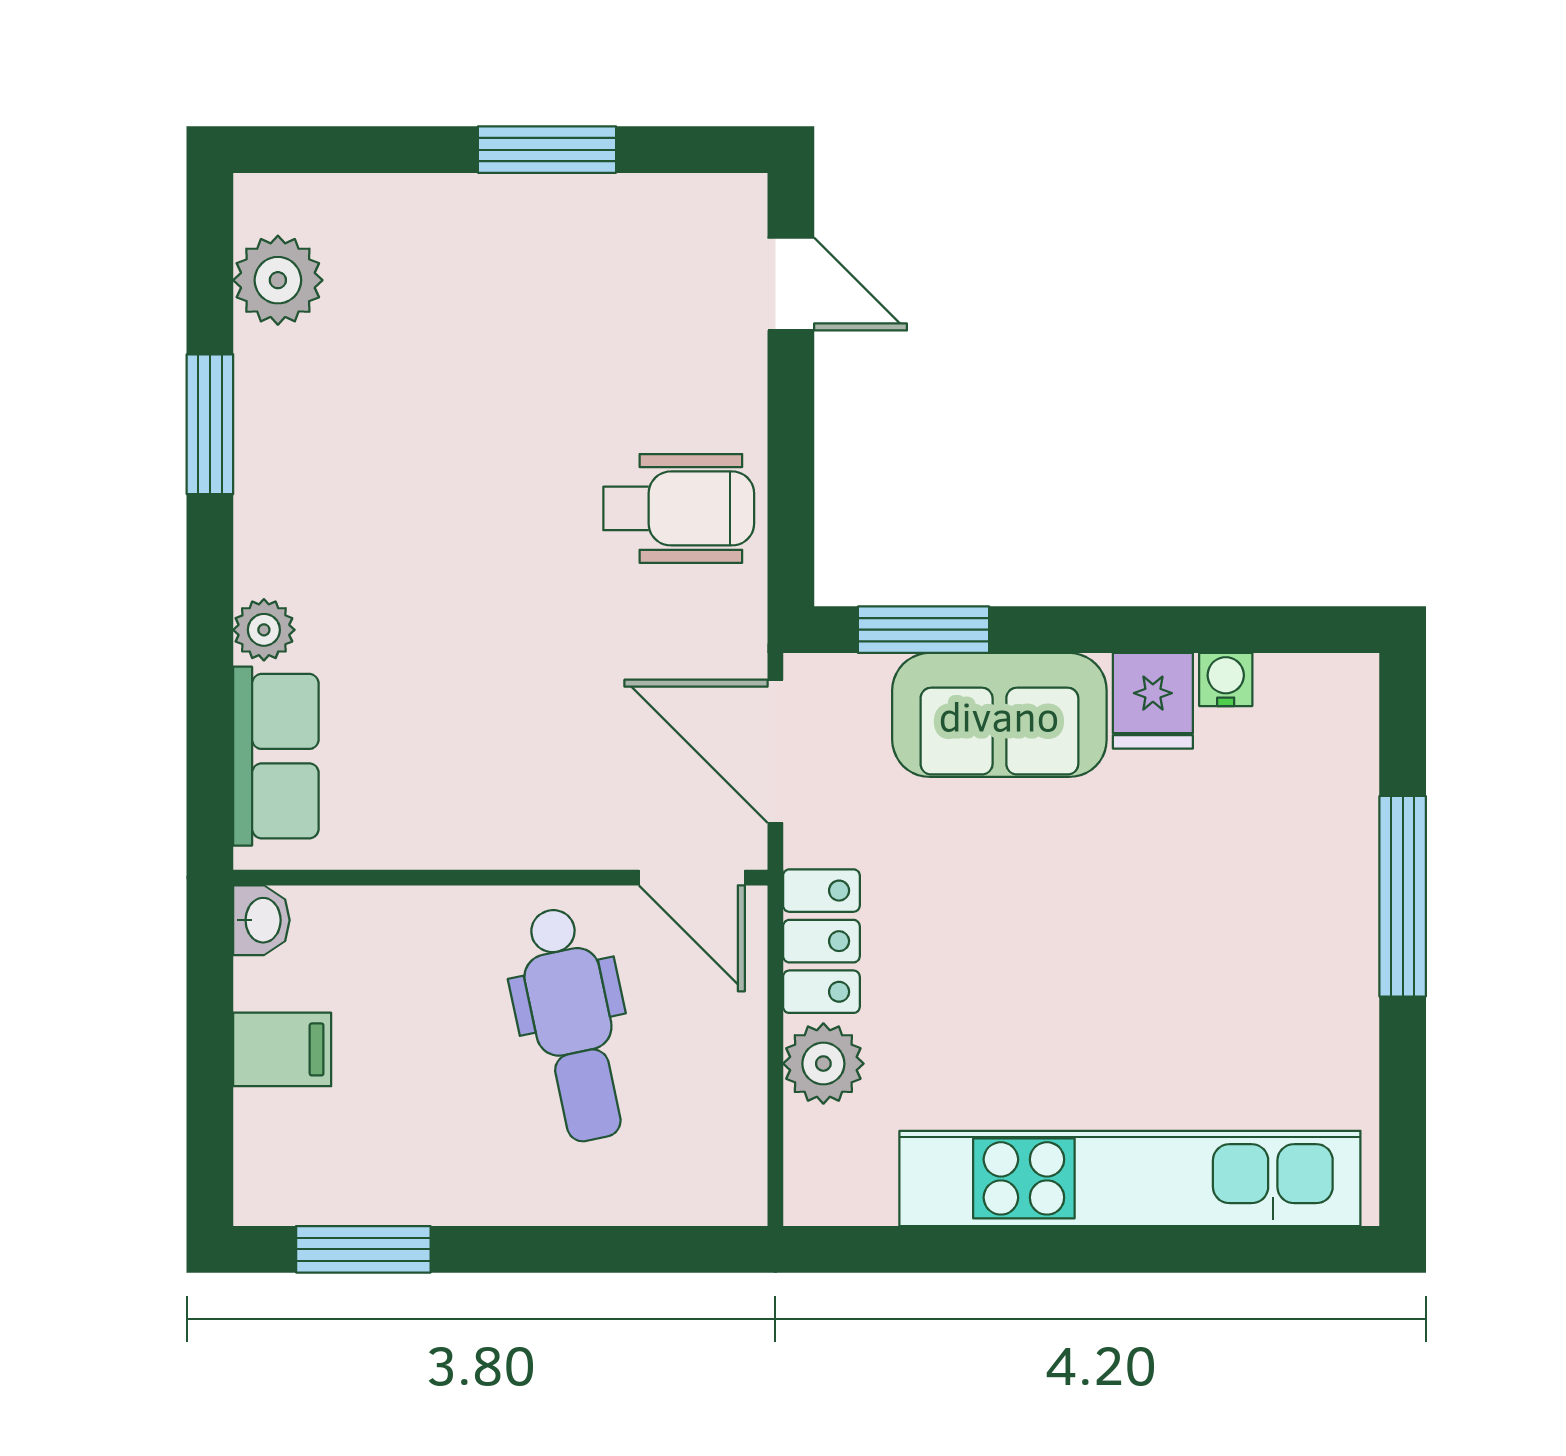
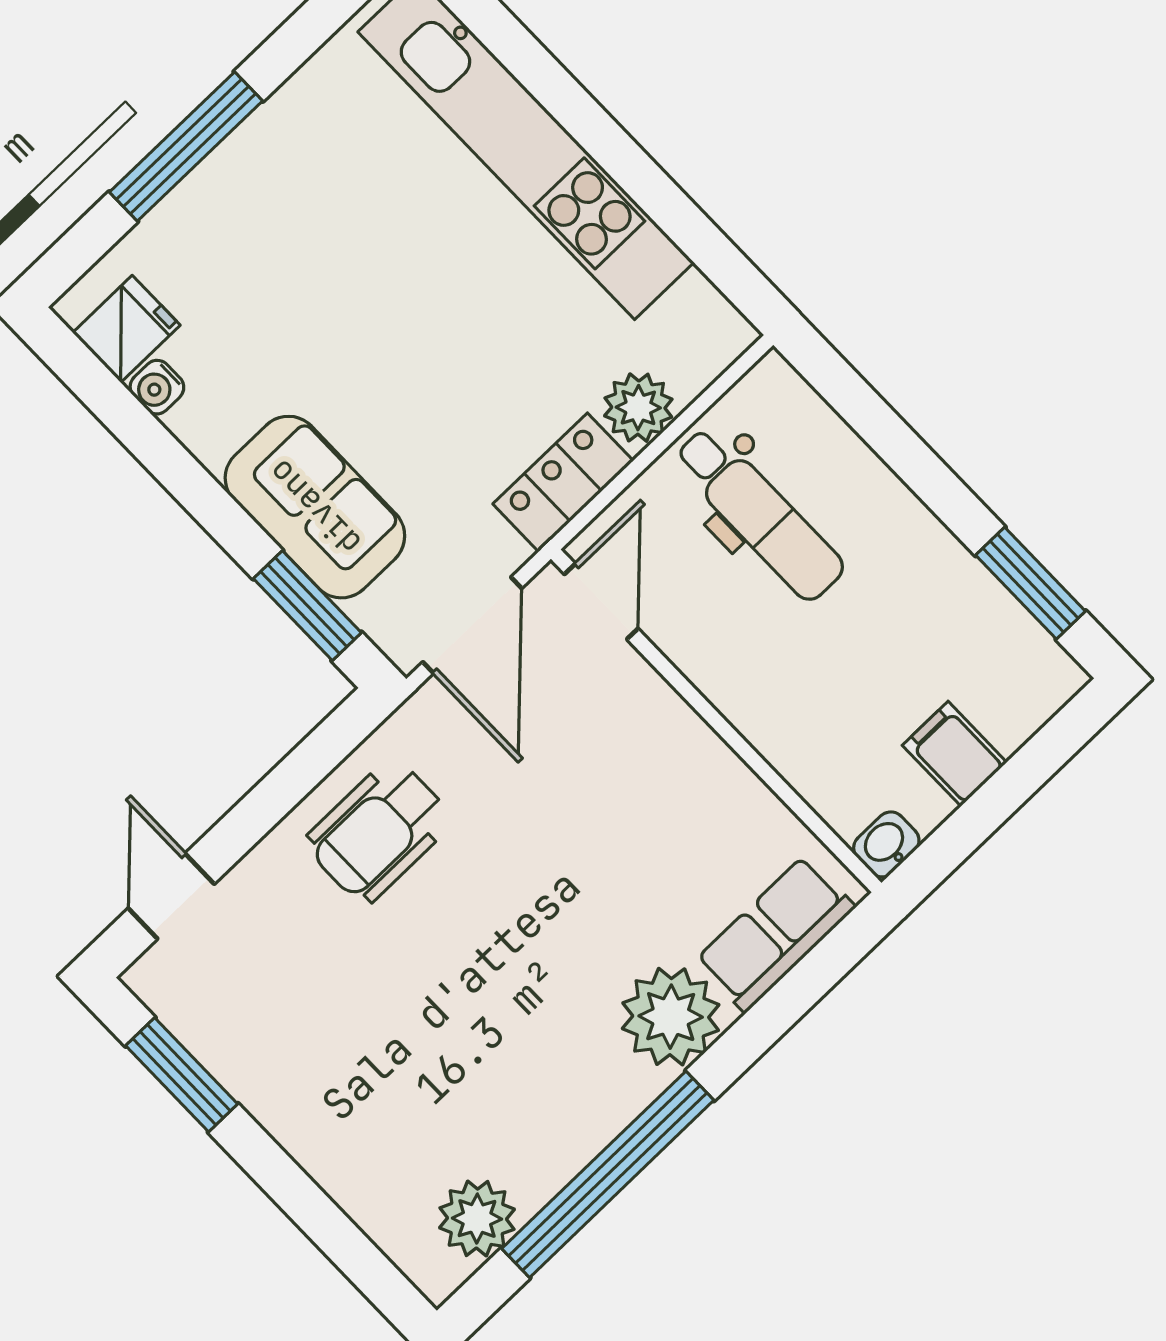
window: (547, 150) -> (182, 1075), moved
window: (210, 424) -> (608, 1174), width x2.11
wheelchair: (679, 508) -> (379, 831), turned -90
plant: (264, 630) -> (671, 1017), width x1.88, depth x1.88
fridge: (1153, 701) -> (126, 329), moved
dental chair: (573, 1025) -> (759, 514), moved, turned 102

